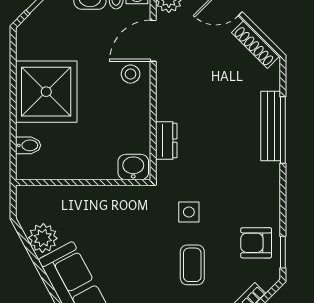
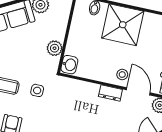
dresser: (166, 141) -> (110, 93), moved
plant: (111, 198) -> (55, 48), added

